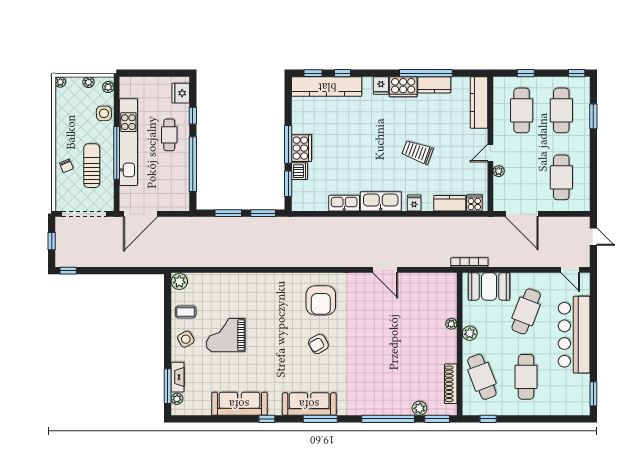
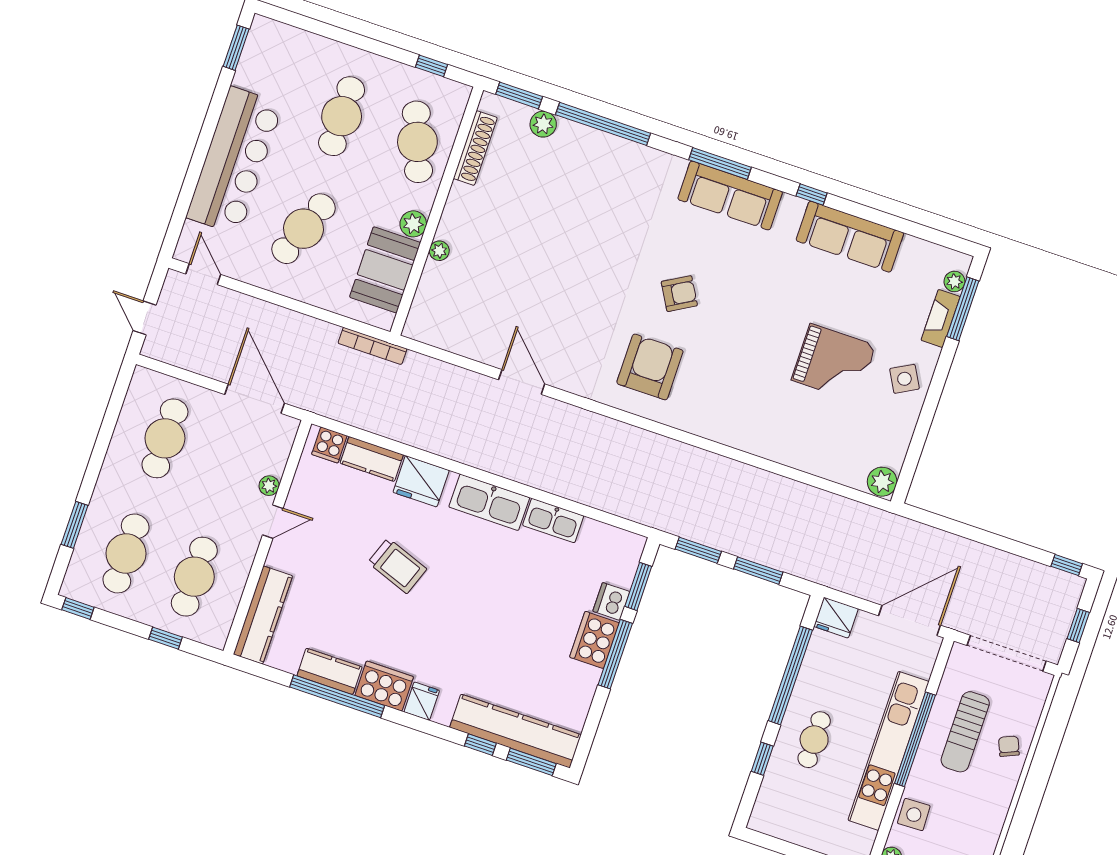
window: (313, 73) -> (531, 762), width x1.50
fridge: (181, 93) -> (836, 618), moved, turned 90
fridge: (414, 203) -> (421, 481), width x1.88, depth x1.34
booth: (489, 287) -> (385, 270), moved, turned 90
coffee table: (186, 312) -> (889, 426), removed

